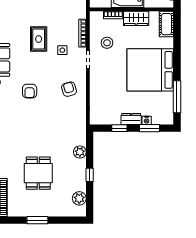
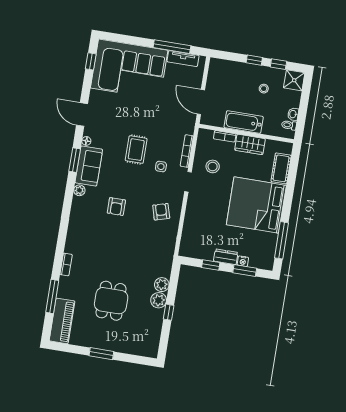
cot: (166, 24) -> (281, 168), moved
plant: (79, 198) -> (159, 300), moved

